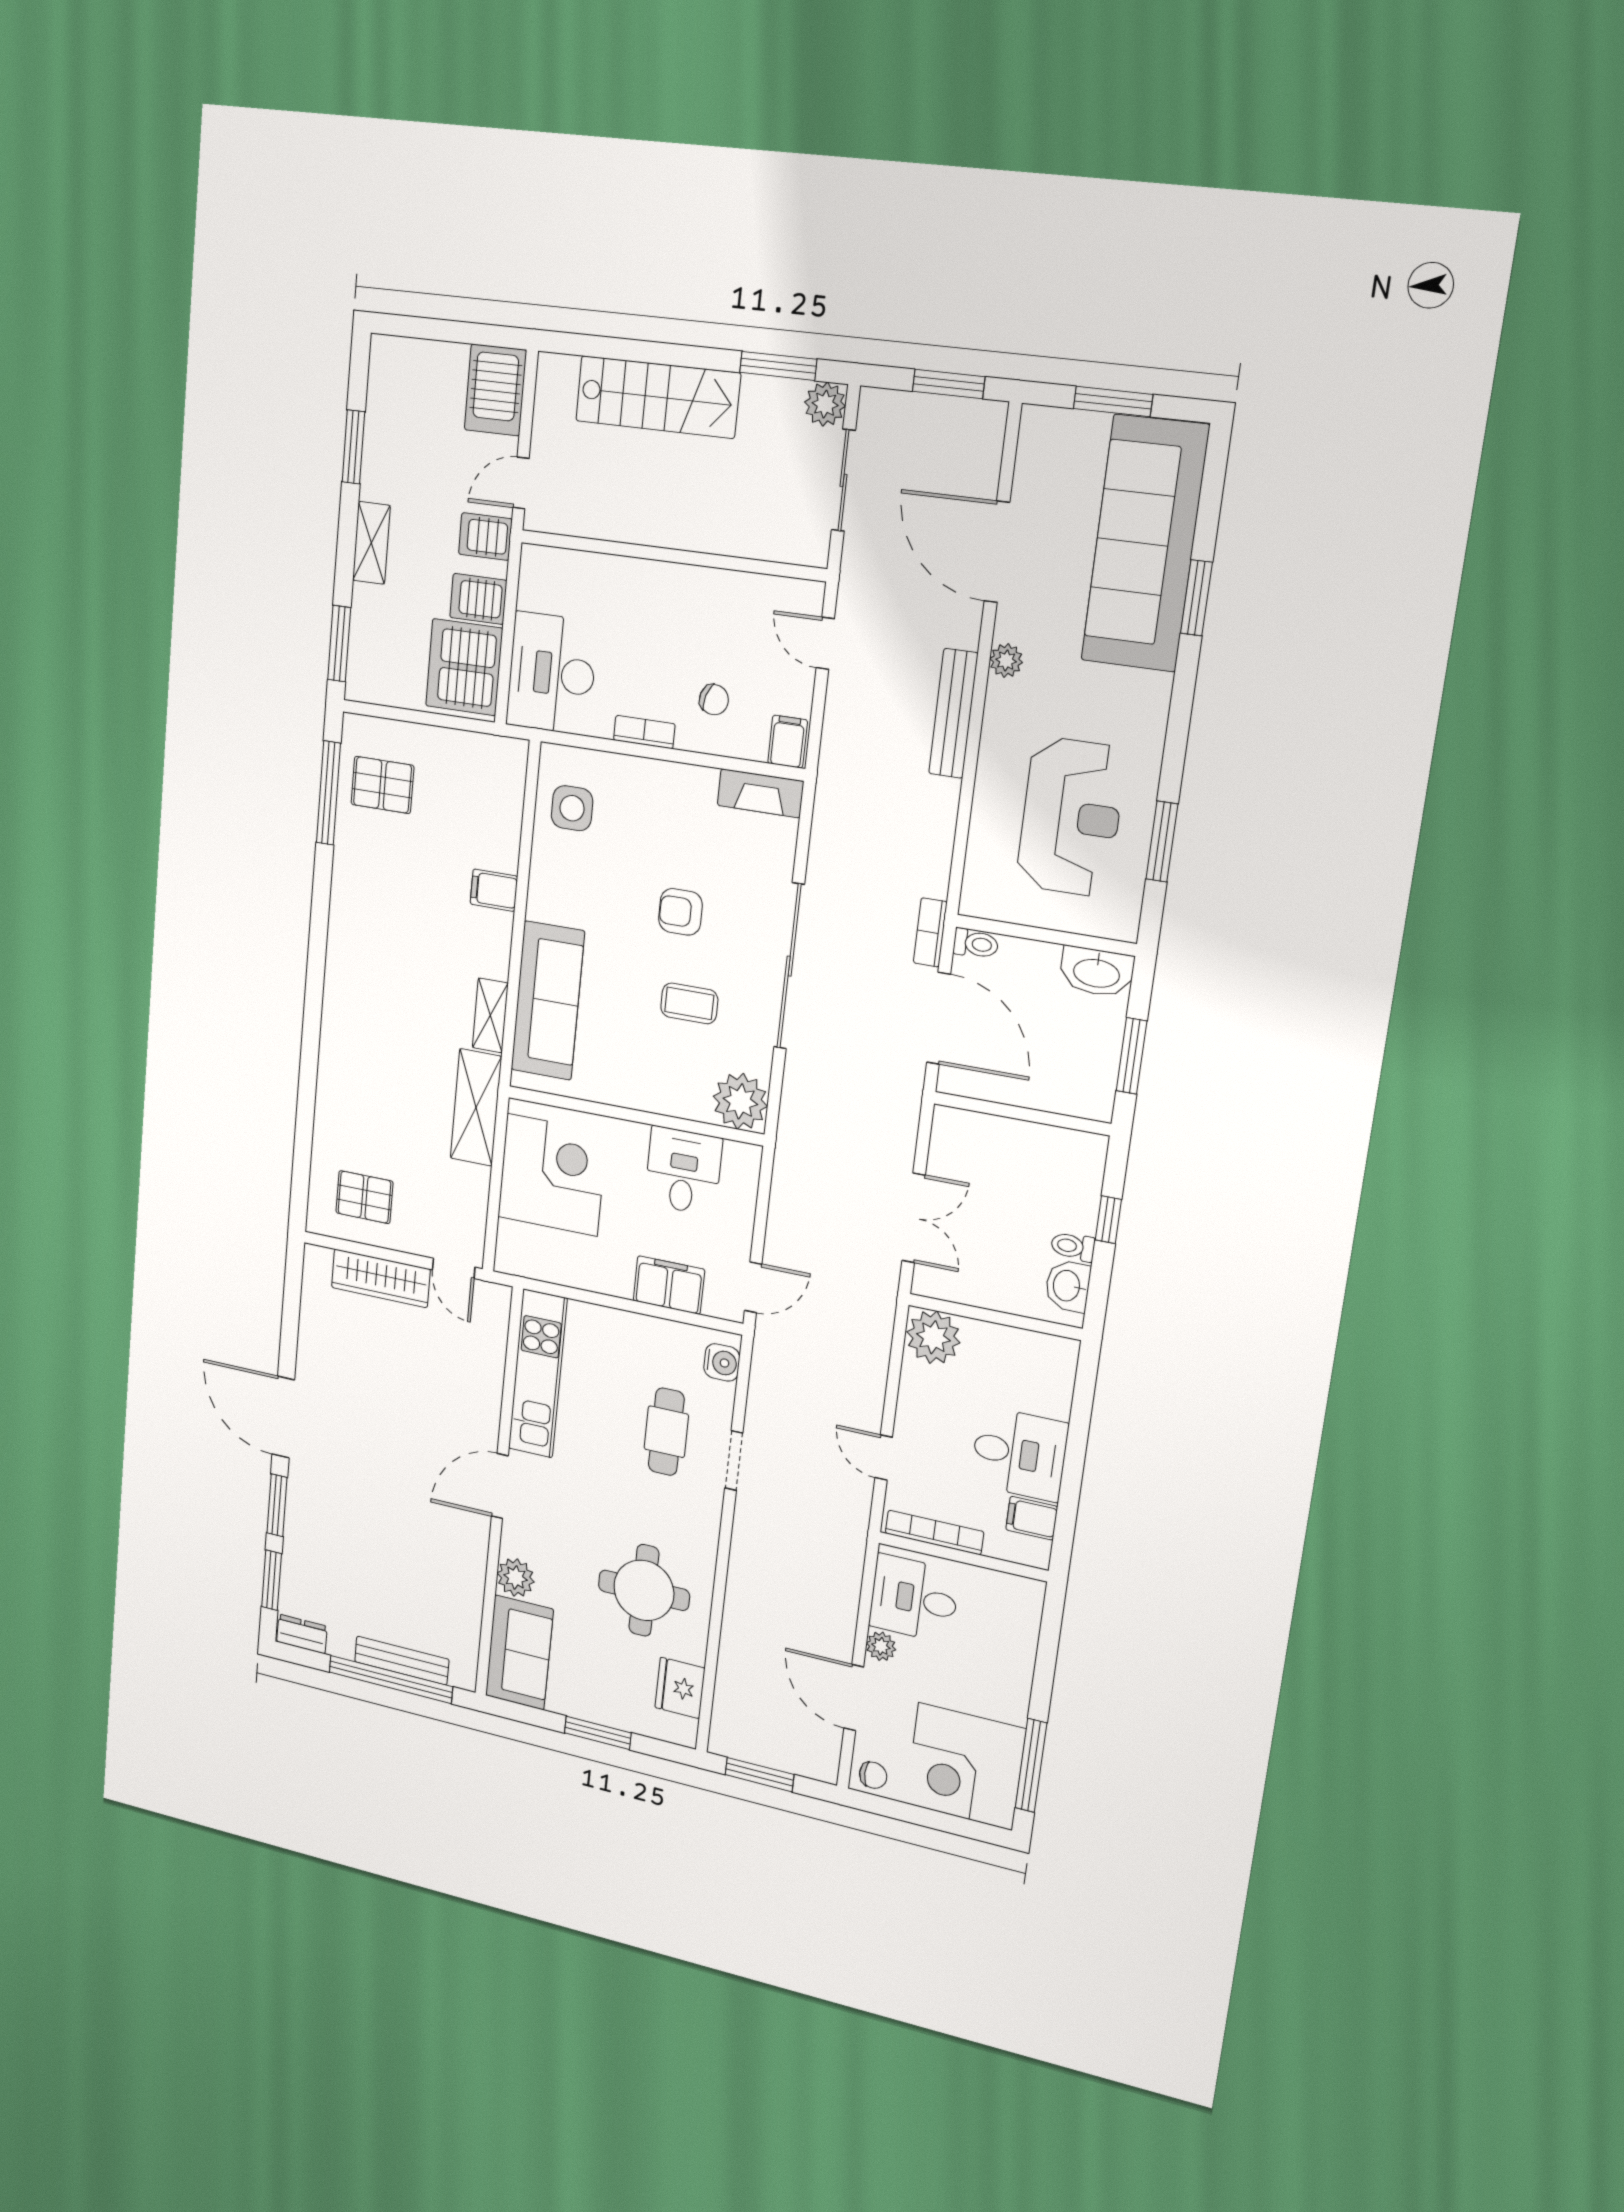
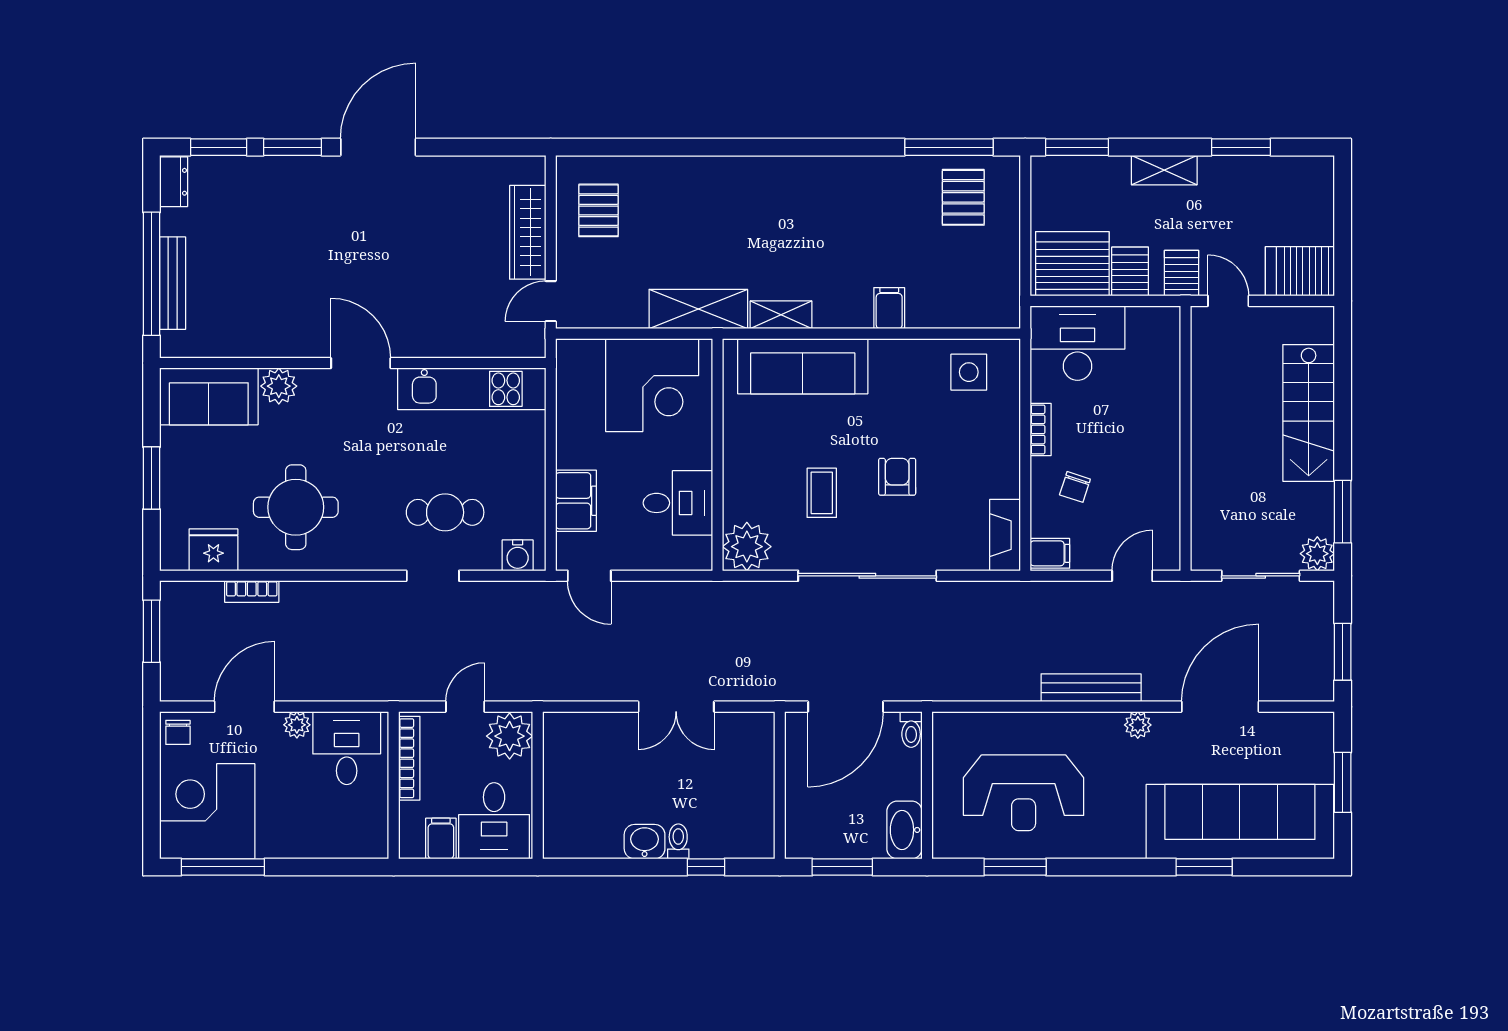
bookcase: (930, 932) -> (252, 592), moved, turned 180
wall: (995, 1317) -> (538, 785), moved
plant: (933, 1337) -> (510, 736), moved

